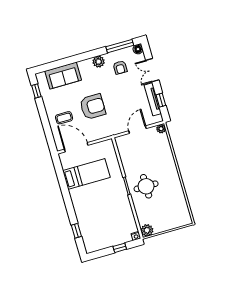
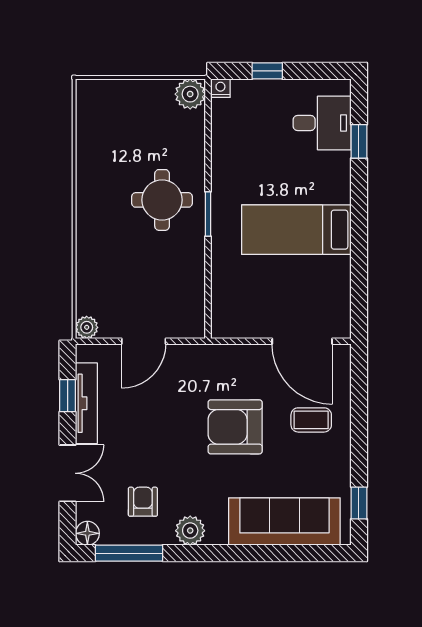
sofa: (63, 76) -> (284, 522), width x1.36
bed: (86, 174) -> (296, 230), moved
desk: (93, 234) -> (322, 123), added

